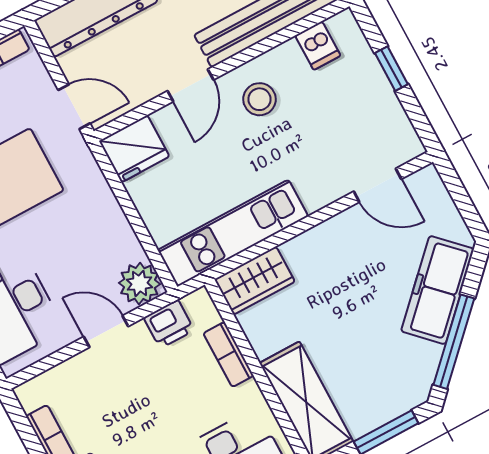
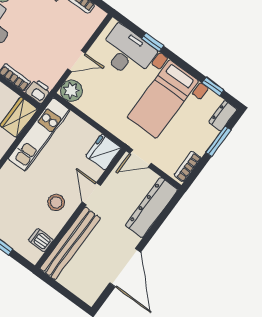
printer: (169, 324) -> (38, 91), moved, turned 90

